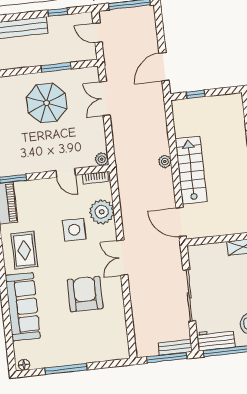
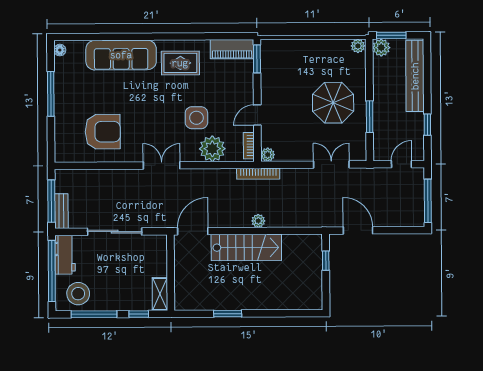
bookcase: (121, 166) -> (258, 174), added
armchair: (85, 294) -> (103, 132), moved

